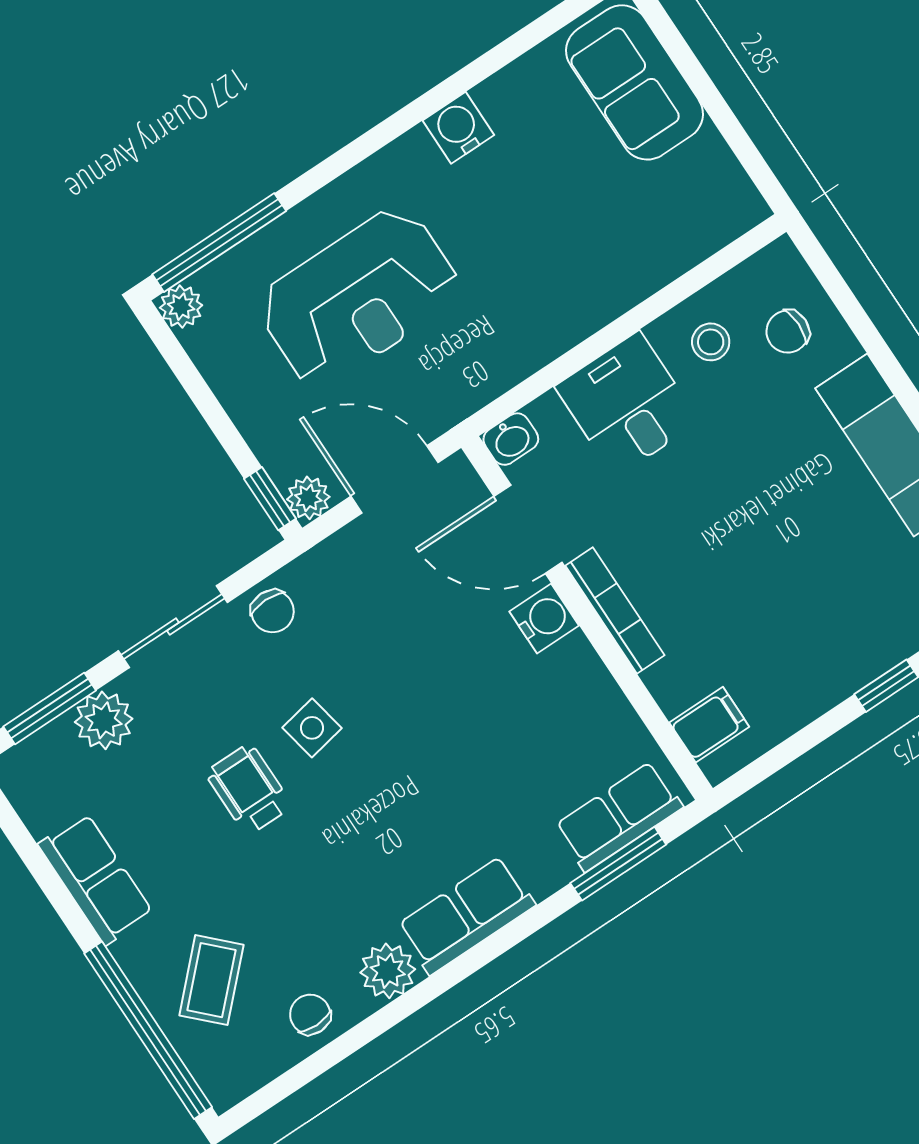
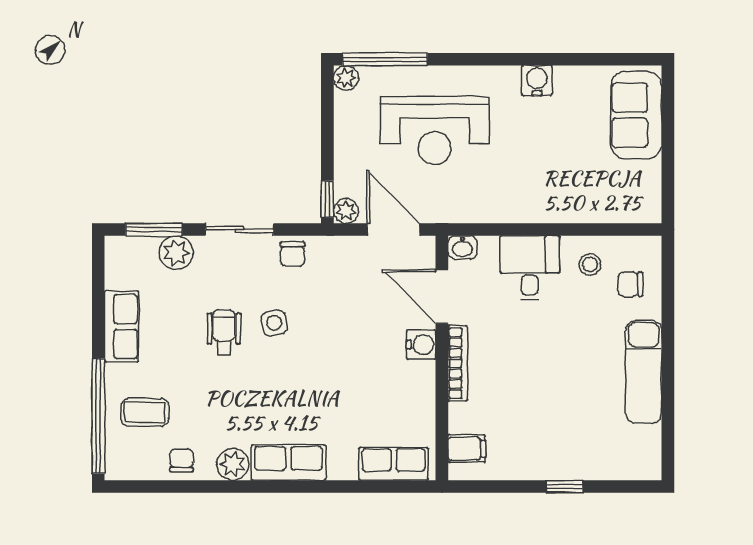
window: (618, 864) -> (378, 486), removed
coffee table: (211, 980) -> (145, 412), turned 45

